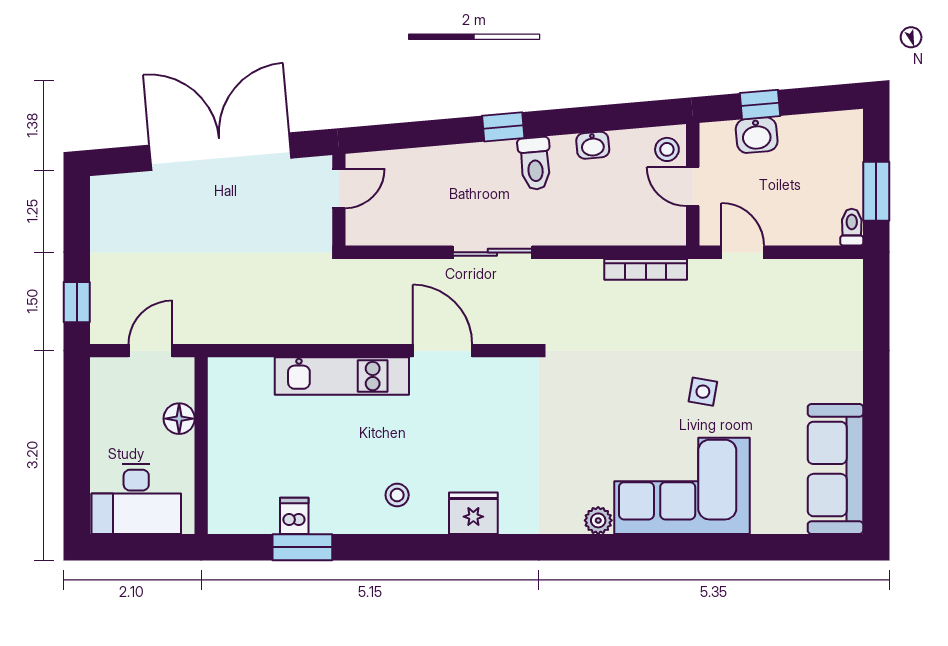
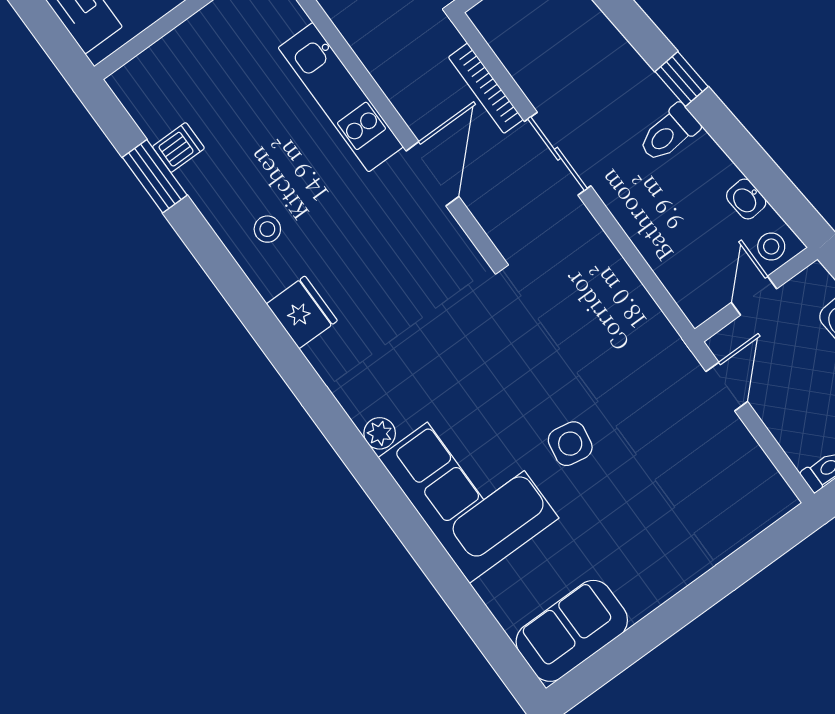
washbasin: (593, 145) -> (746, 199), moved
bookcase: (646, 269) -> (486, 88), moved
side table: (703, 392) -> (570, 444), width x1.37, depth x1.37
sofa: (835, 469) -> (572, 631), width x0.73

